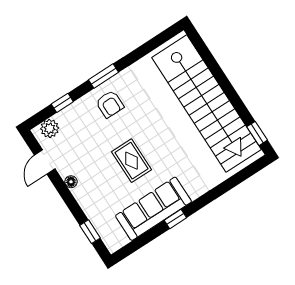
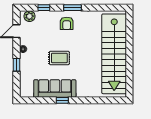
window: (257, 133) -> (129, 85), removed
rug: (131, 161) -> (59, 58), turned 90
window: (90, 232) -> (16, 65), moved

